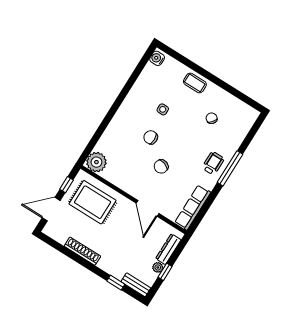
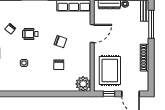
chair: (151, 137) -> (59, 65), moved
wheelchair: (213, 163) -> (30, 34), moved
window: (116, 283) -> (151, 24), width x2.17

